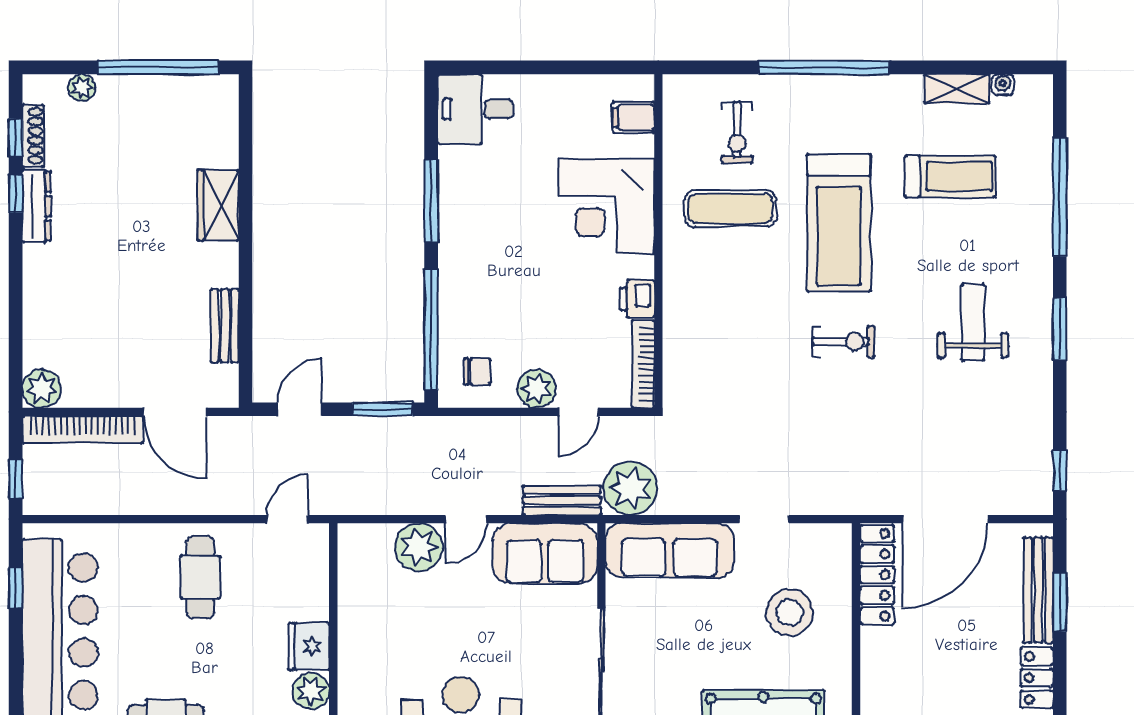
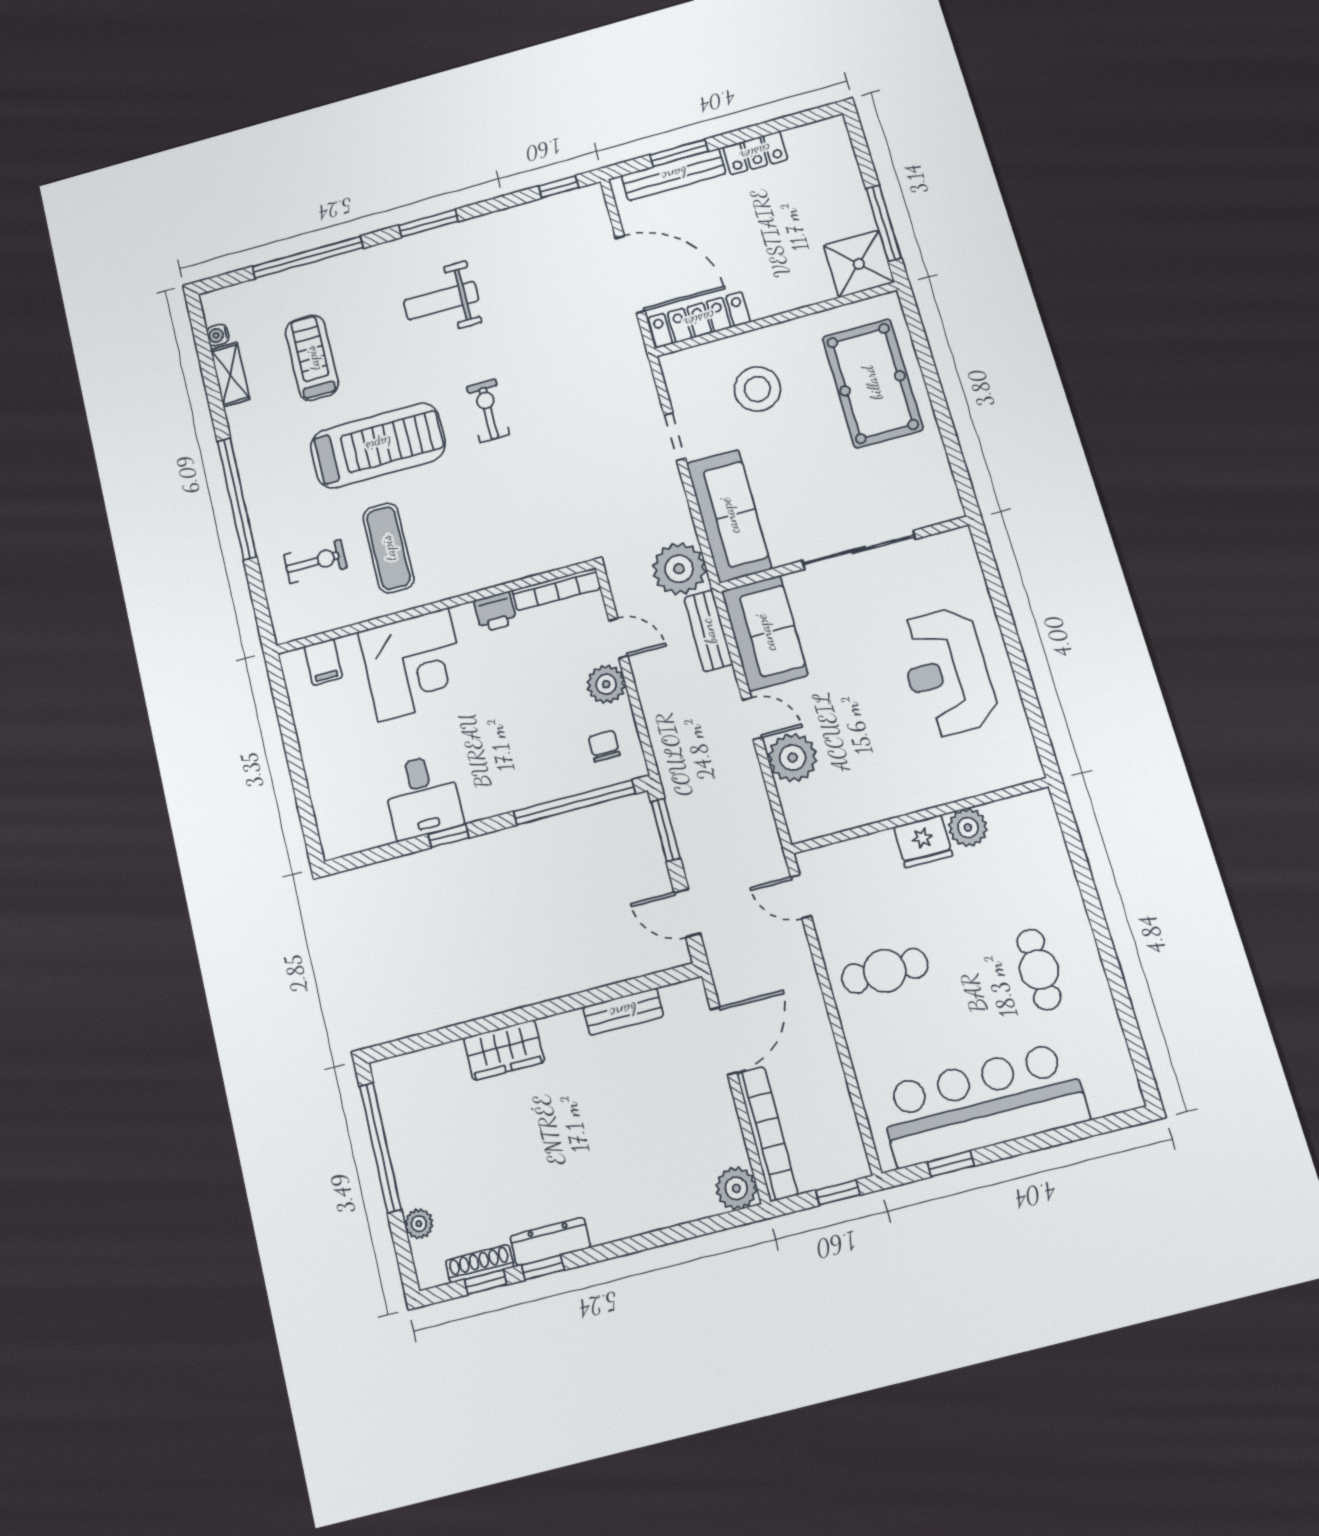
desk: (476, 109) -> (423, 796), moved
window: (431, 201) -> (449, 836), width x0.46

